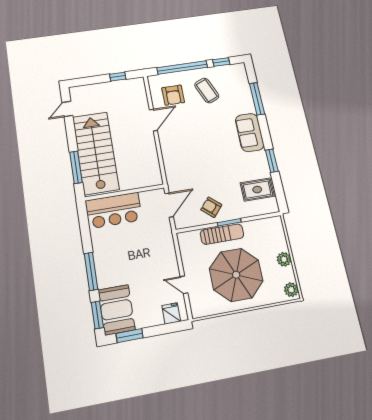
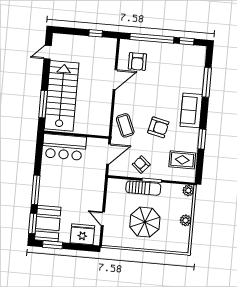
coffee table: (207, 90) -> (125, 125), moved
armchair: (218, 160) -> (158, 127), added
parasol: (236, 275) -> (145, 222), width x0.73, depth x0.73
plant: (291, 290) -> (188, 191), moved
fridge: (171, 313) -> (82, 234), width x1.88, depth x1.34

